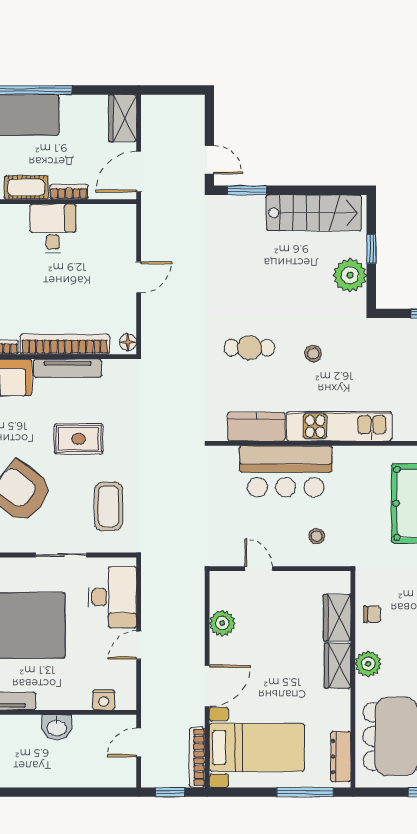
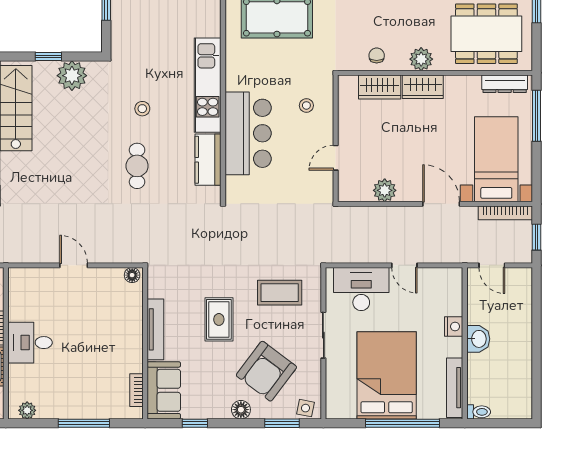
bookcase: (65, 344) -> (134, 332), removed
nightstand: (104, 700) -> (454, 326), moved

